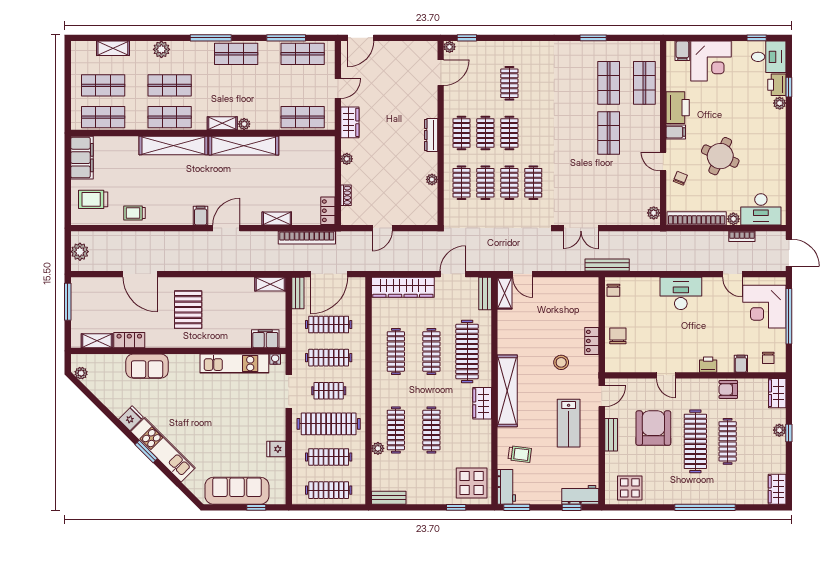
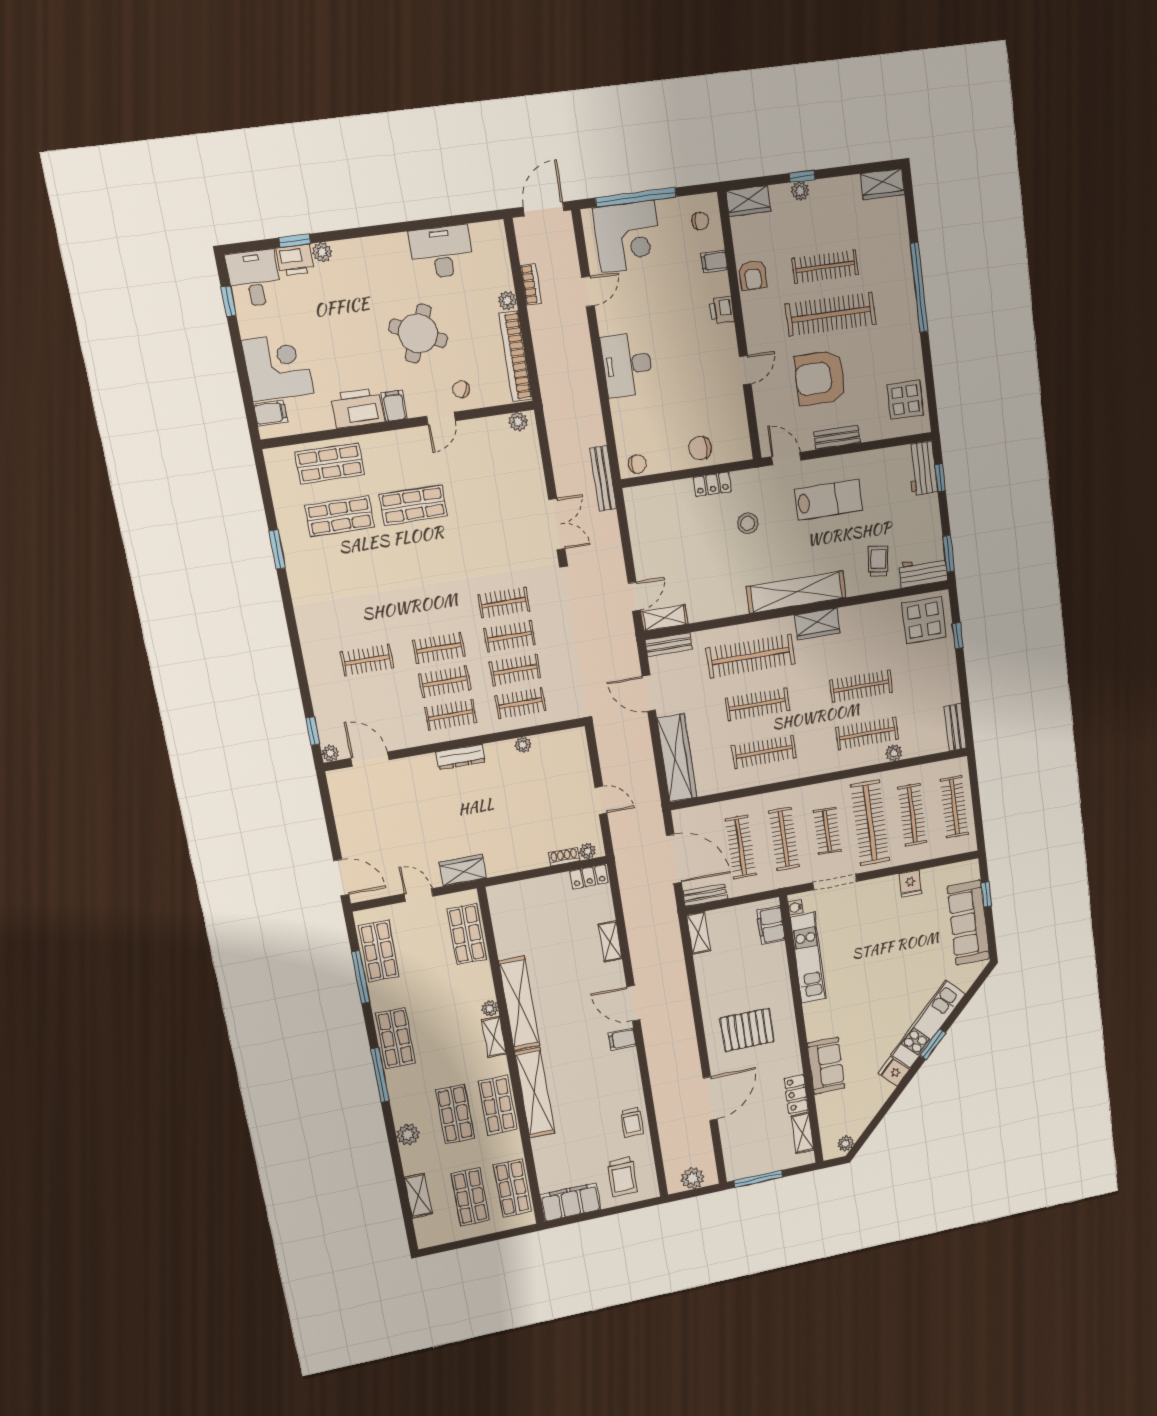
plant: (347, 159) -> (588, 851), moved
desk: (761, 209) -> (442, 252), moved, turned -90
bookcase: (307, 238) -> (630, 897), removed

